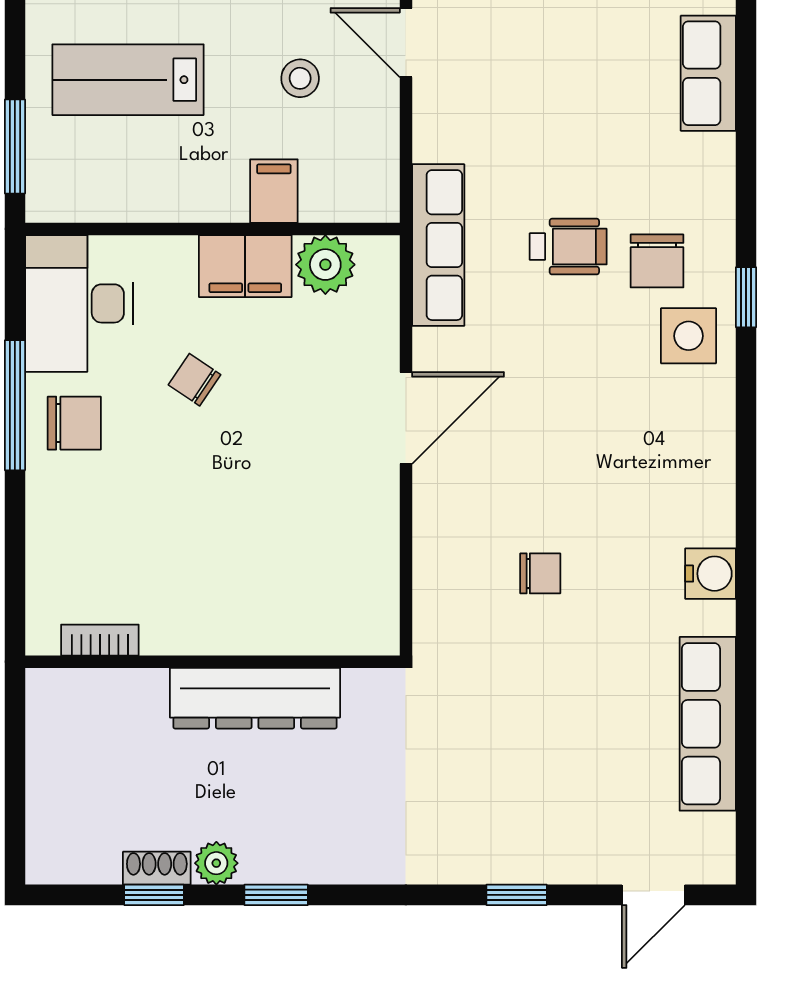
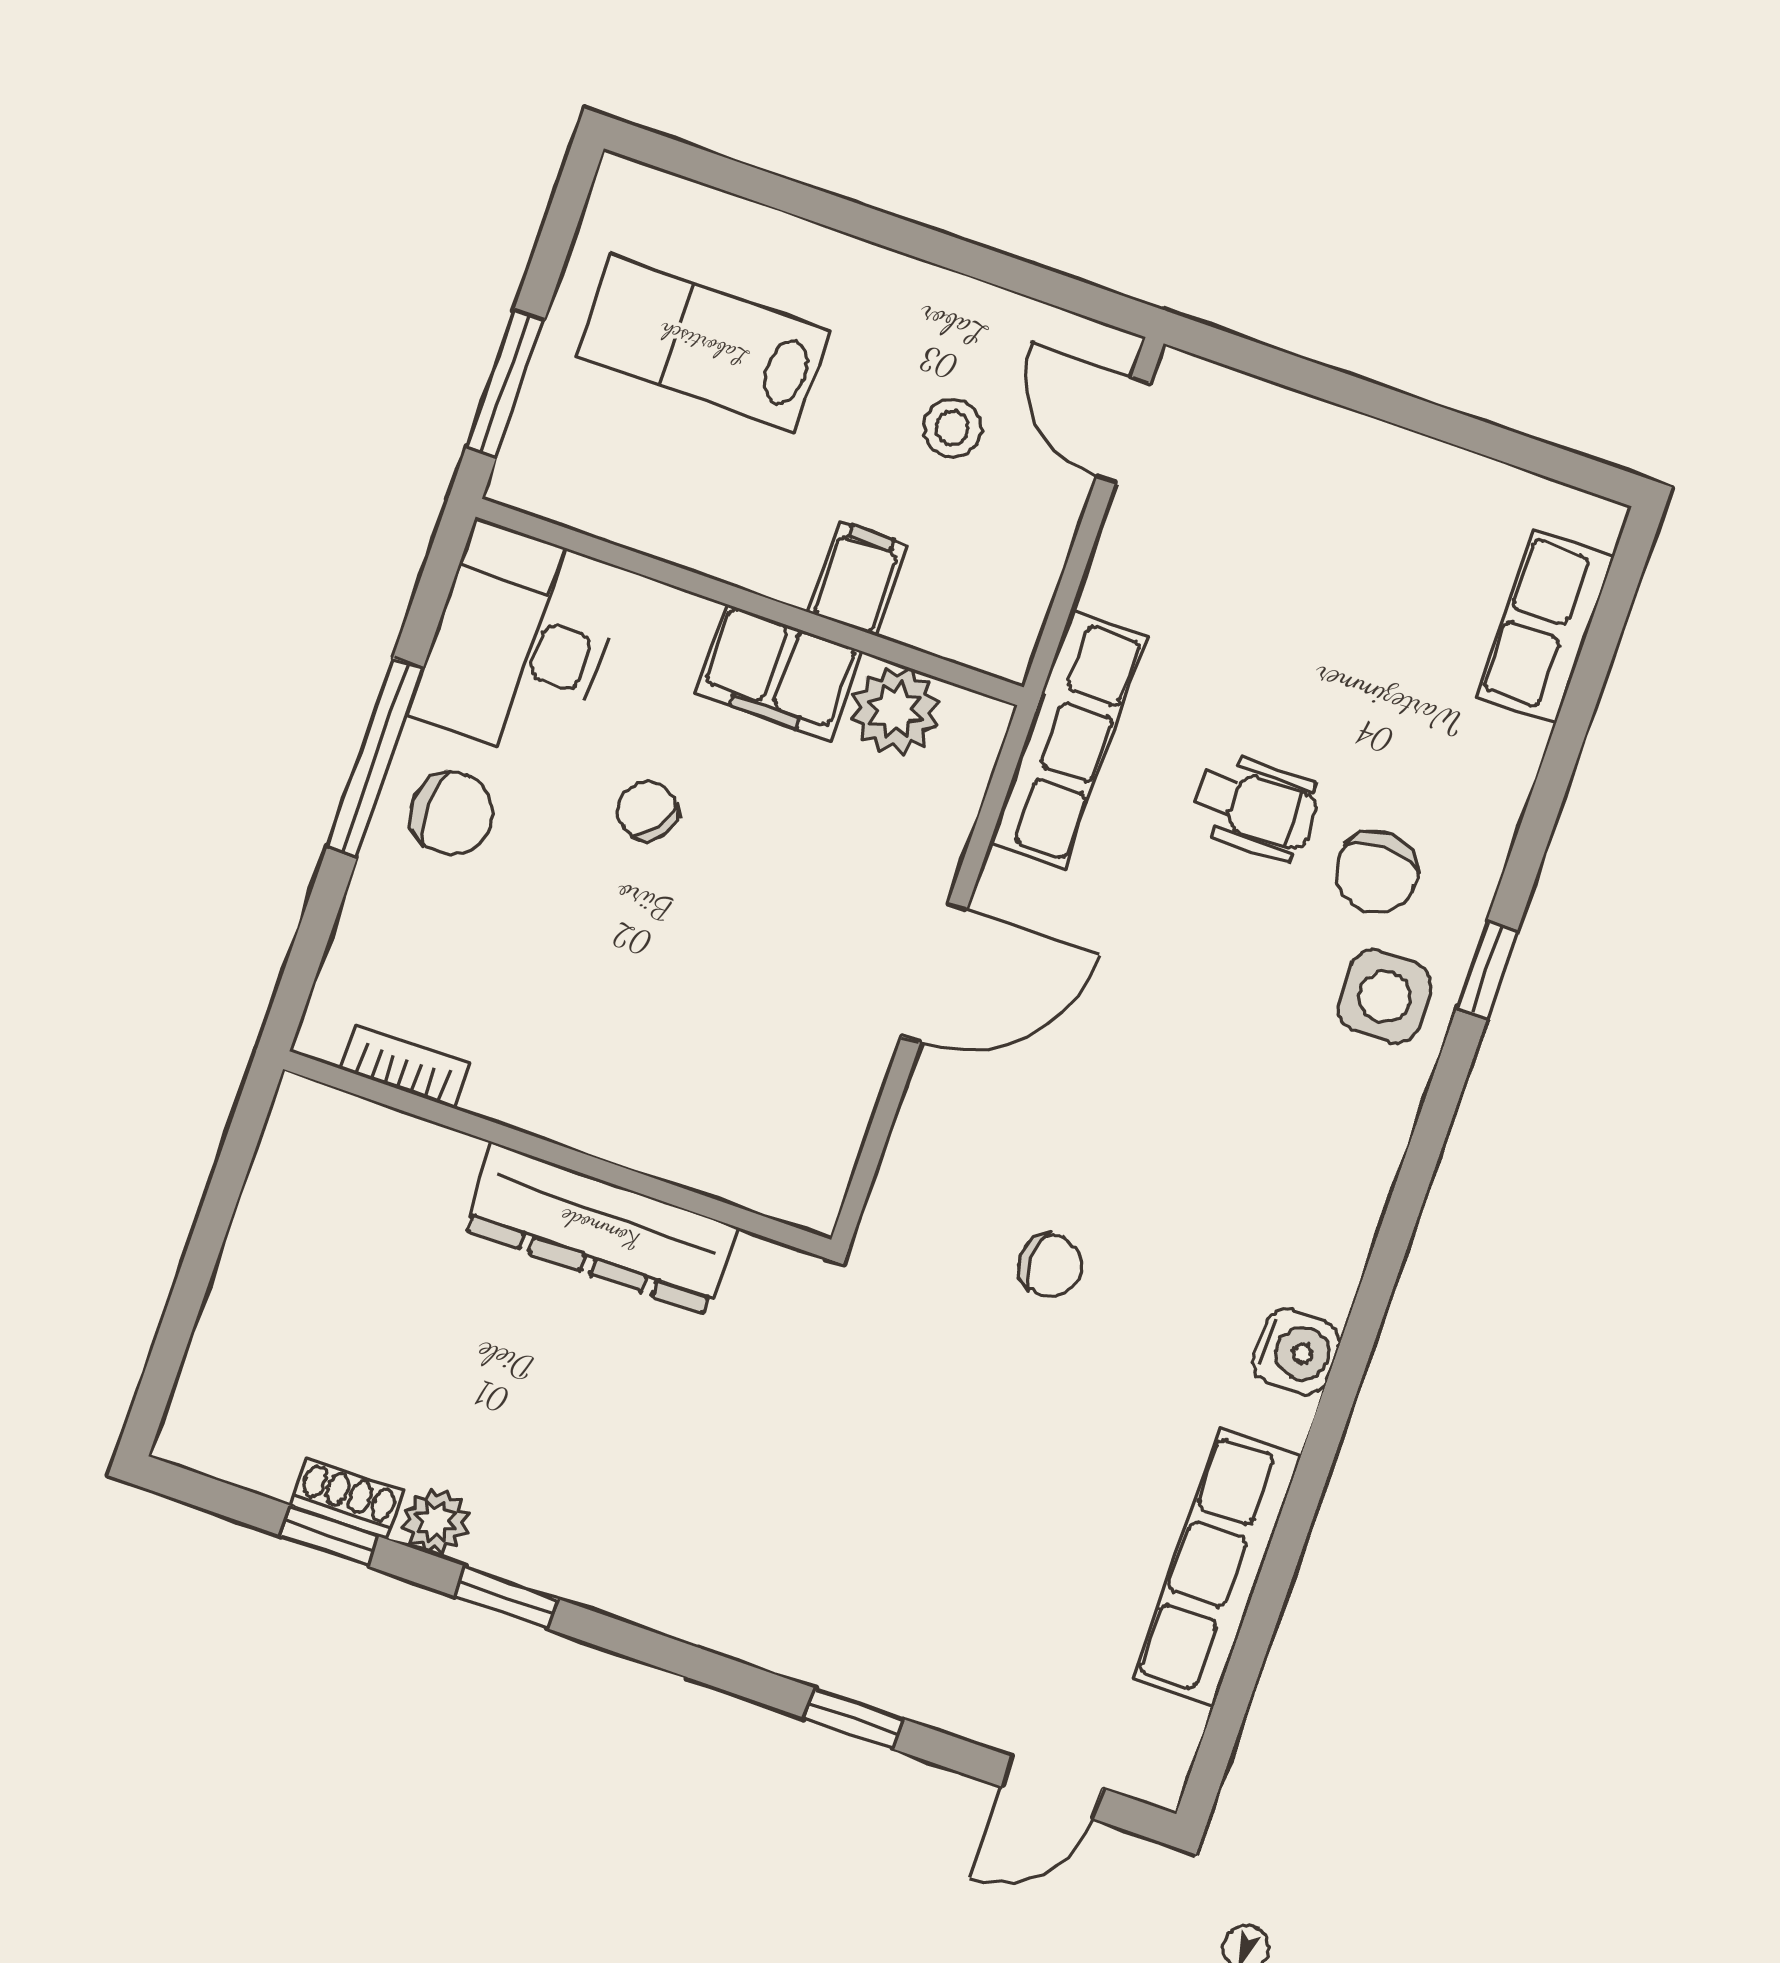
bookcase: (100, 640) -> (405, 1066), moved
wall: (212, 662) -> (557, 1154), moved
dresser: (255, 698) -> (600, 1229), moved

